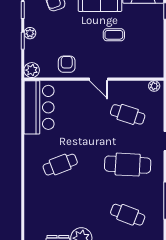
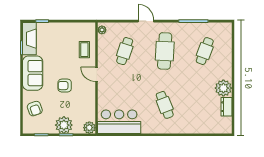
plant: (30, 33) -> (64, 125), width x1.88, depth x1.88
coffee table: (114, 35) -> (84, 50), moved
armchair: (67, 64) -> (65, 86), moved
door: (99, 79) -> (97, 74), swing flipped

